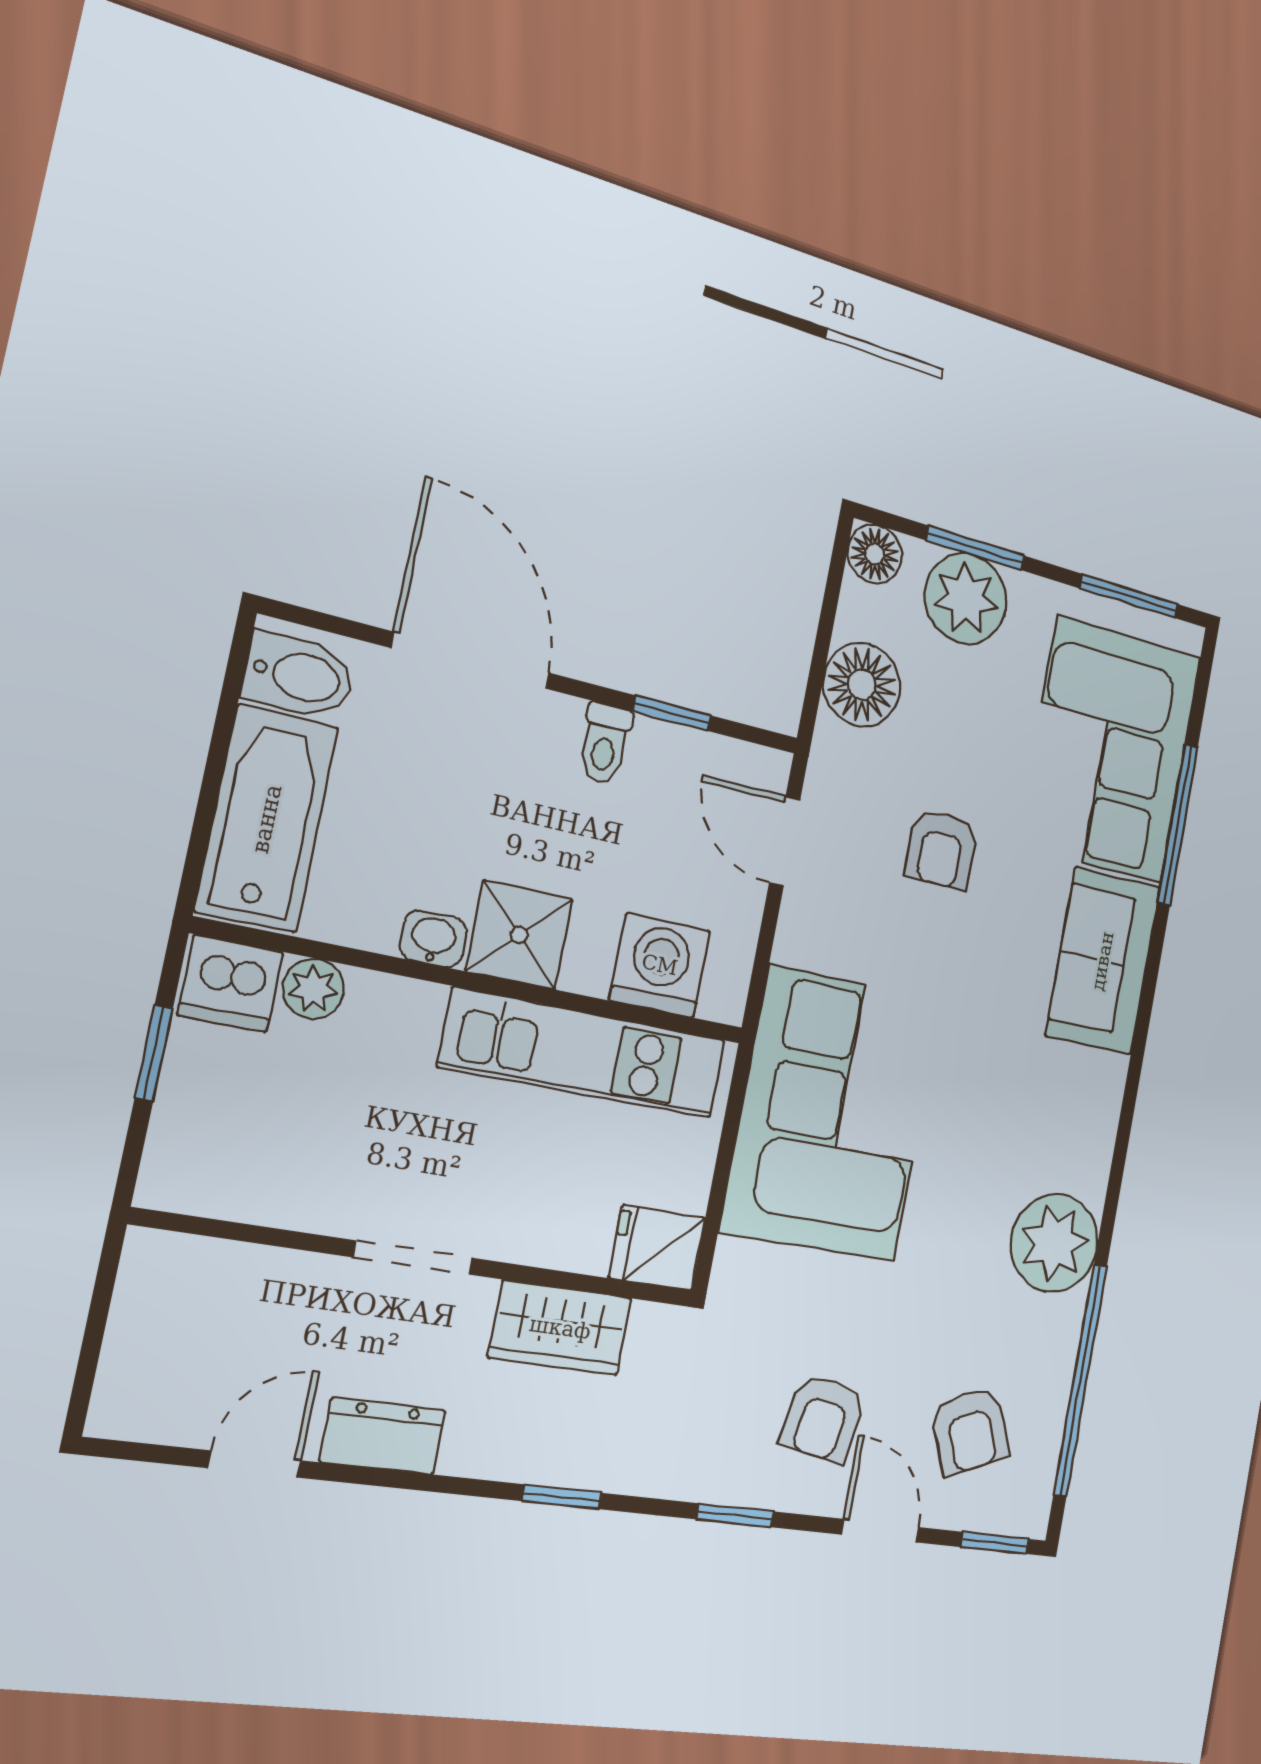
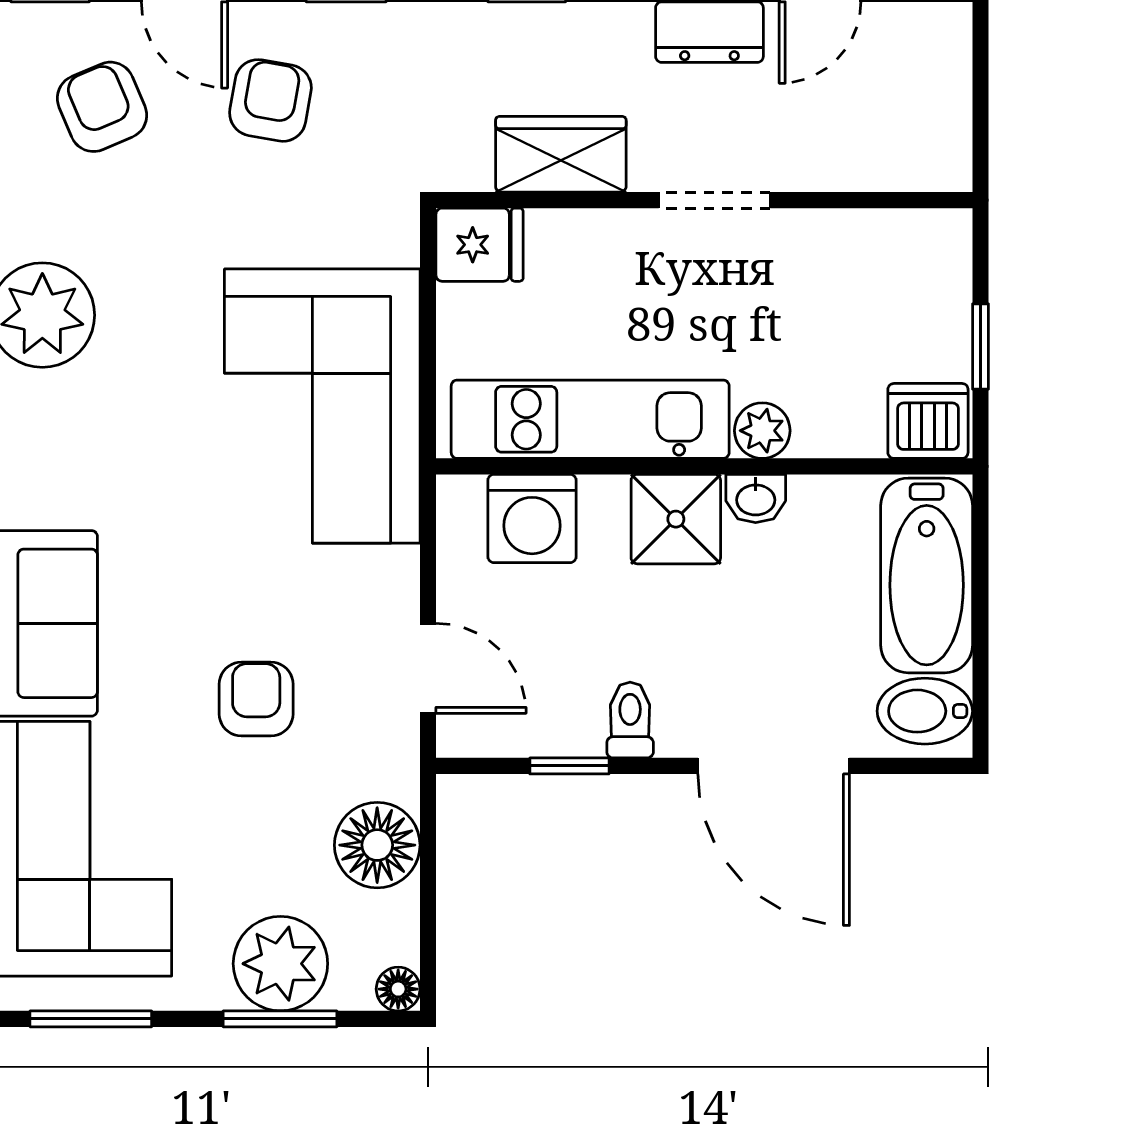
floor lamp: (875, 554) -> (398, 989), width x0.73, depth x0.73
plant: (313, 989) -> (762, 431), moved

